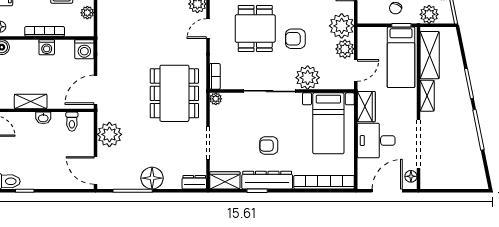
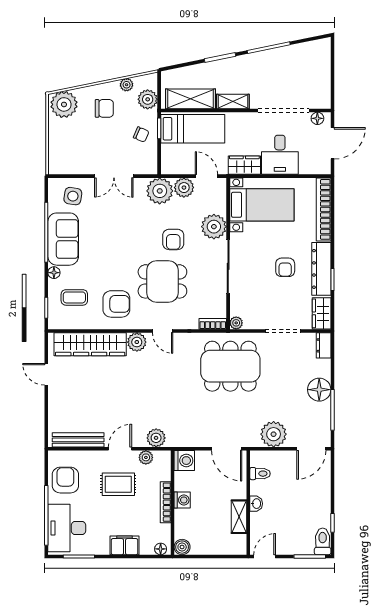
plant: (106, 22) -> (156, 438), added
door: (387, 191) -> (332, 143), swing flipped

